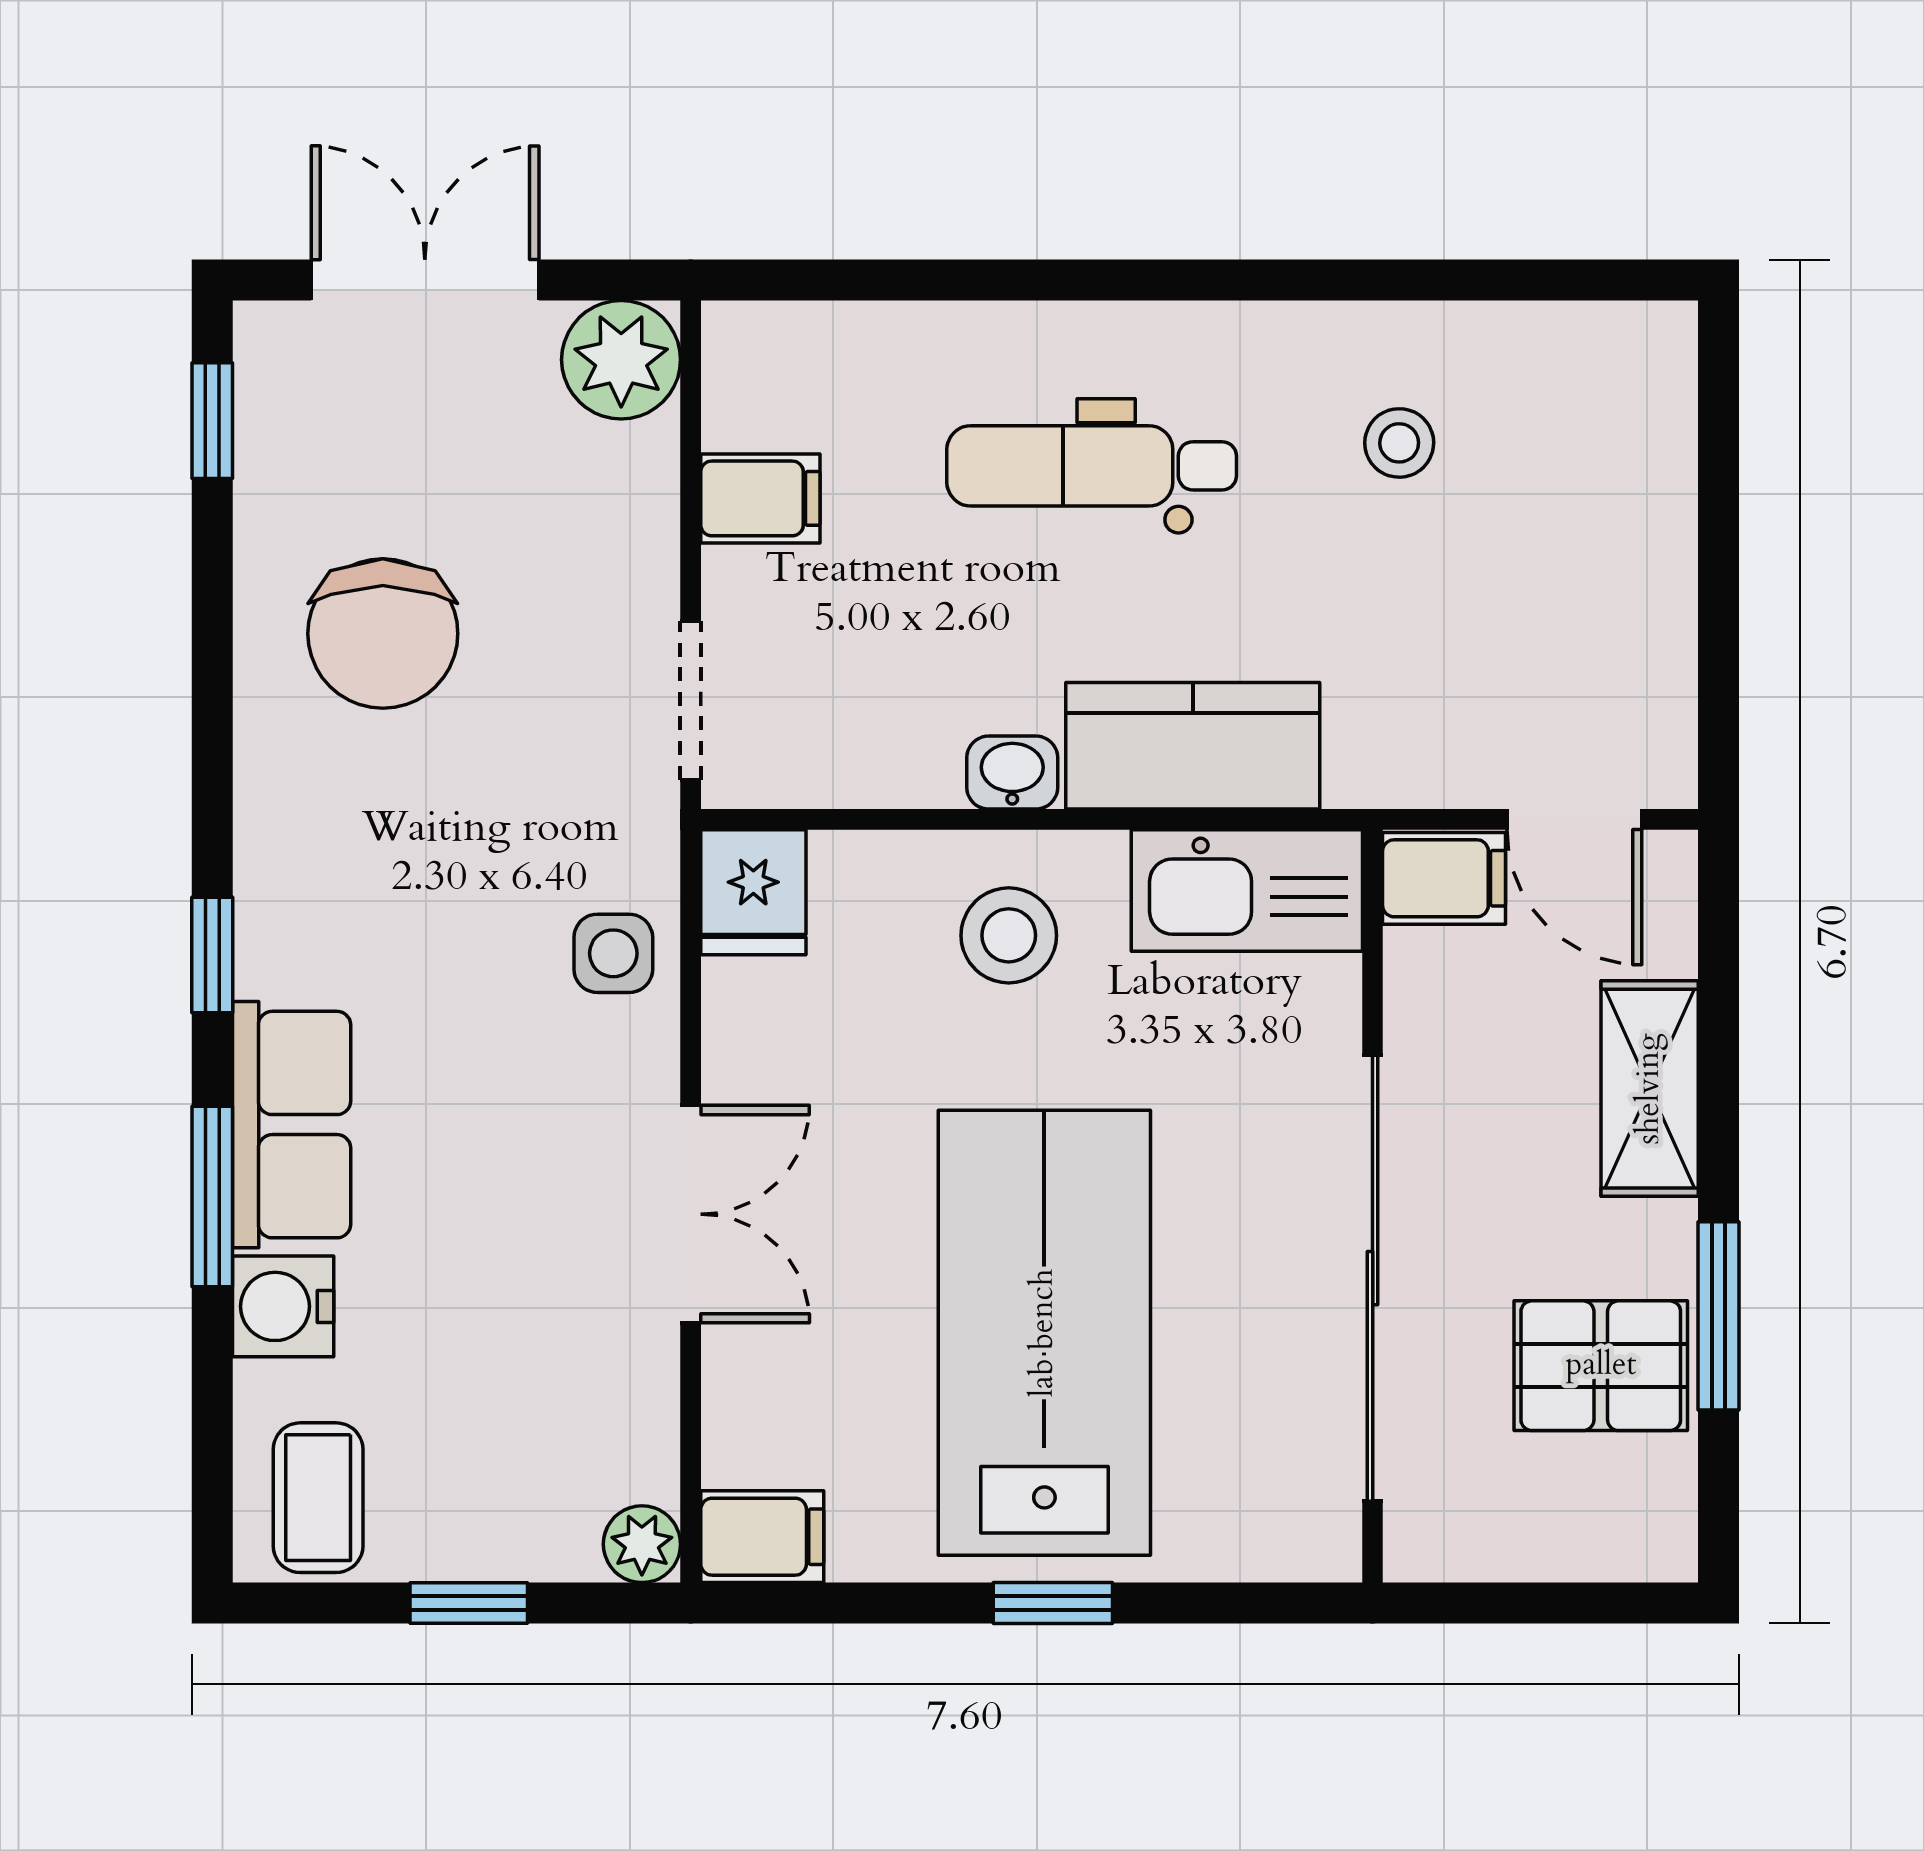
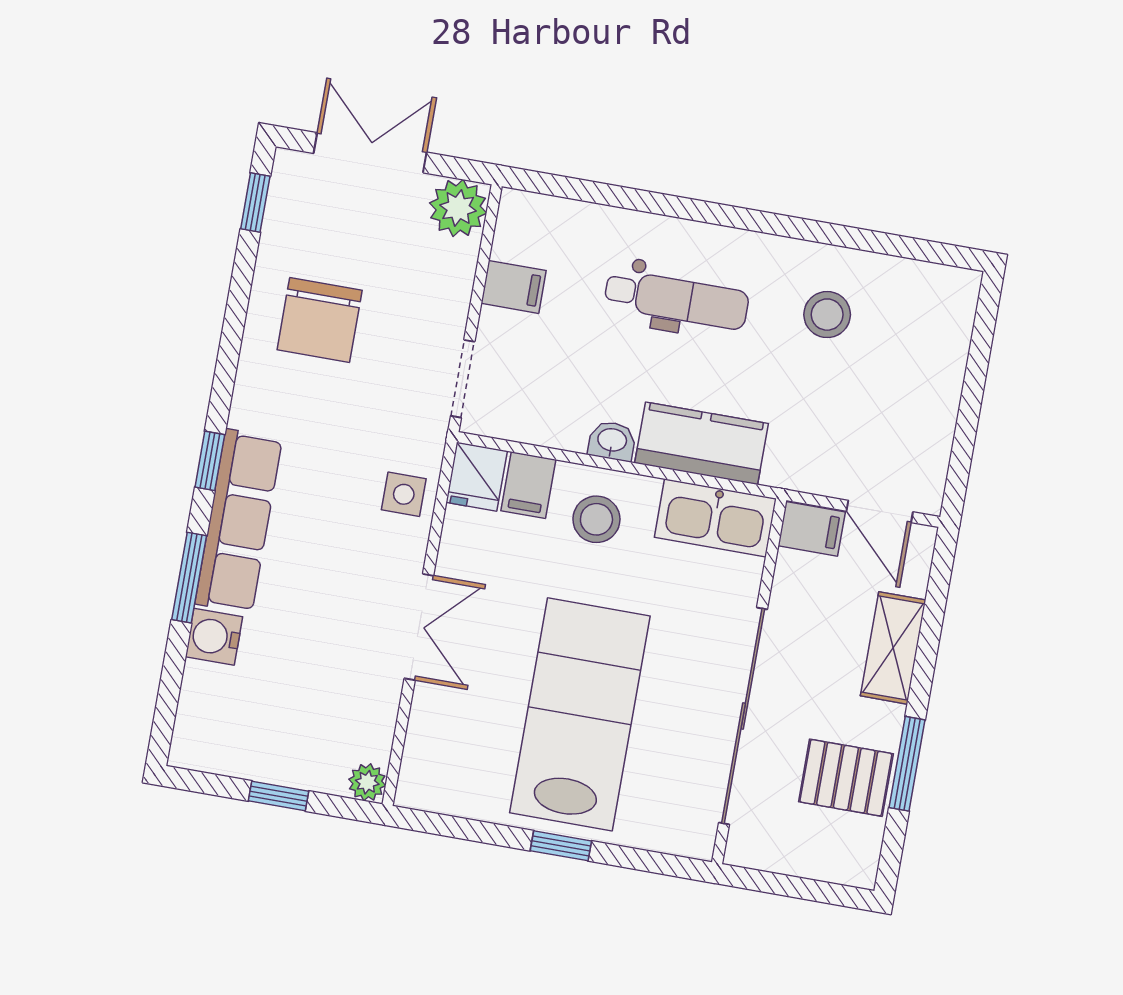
stool: (1399, 443) -> (827, 315), width x1.37, depth x1.37
dental chair: (1092, 466) -> (677, 299), turned 180
row of seats: (292, 1125) -> (239, 521), width x1.48
coffee table: (318, 1498) -> (215, 732), removed
filing cabinet: (762, 1537) -> (528, 485), moved, turned 90

